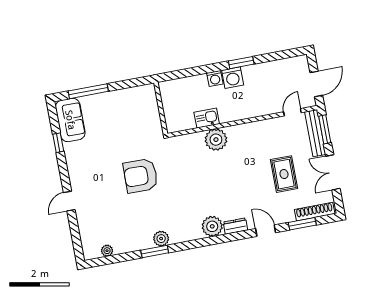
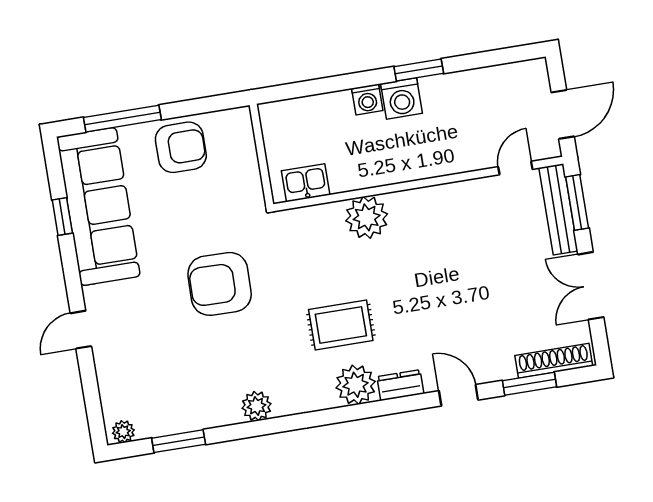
armchair: (119, 105) -> (181, 147), added
kitchen sink: (207, 118) -> (306, 183), moved
sofa: (70, 120) -> (98, 206), width x1.85, depth x1.27
rug: (284, 174) -> (341, 325), moved, turned 90
plant: (107, 251) -> (123, 432), moved
window: (155, 251) -> (179, 441), moved

